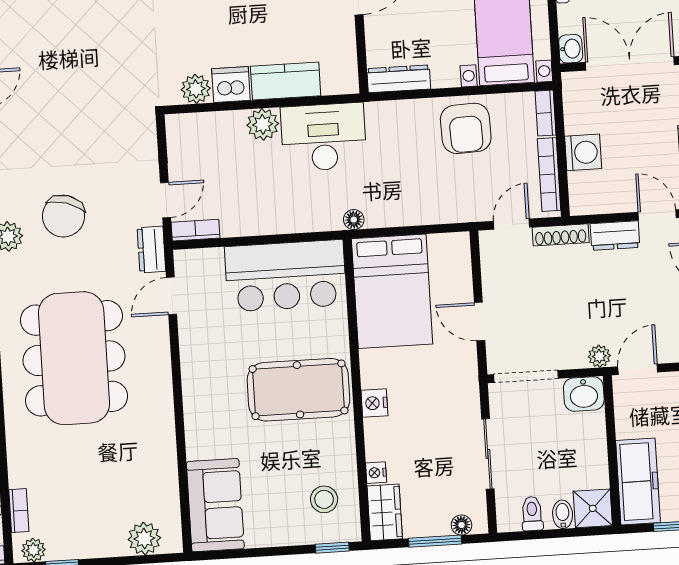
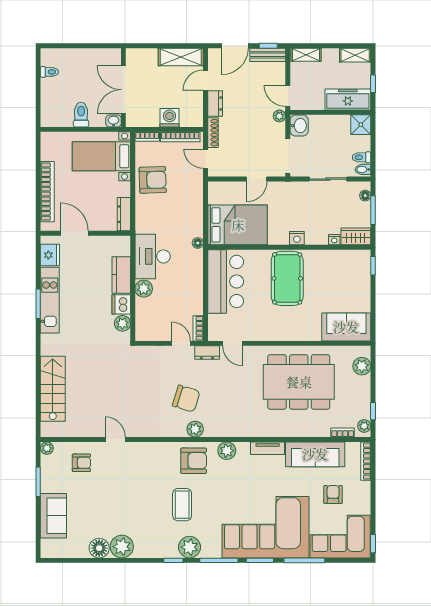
dining table: (74, 358) -> (299, 382), moved
stool: (324, 499) -> (347, 268), removed
bidet: (563, 514) -> (363, 169), moved

